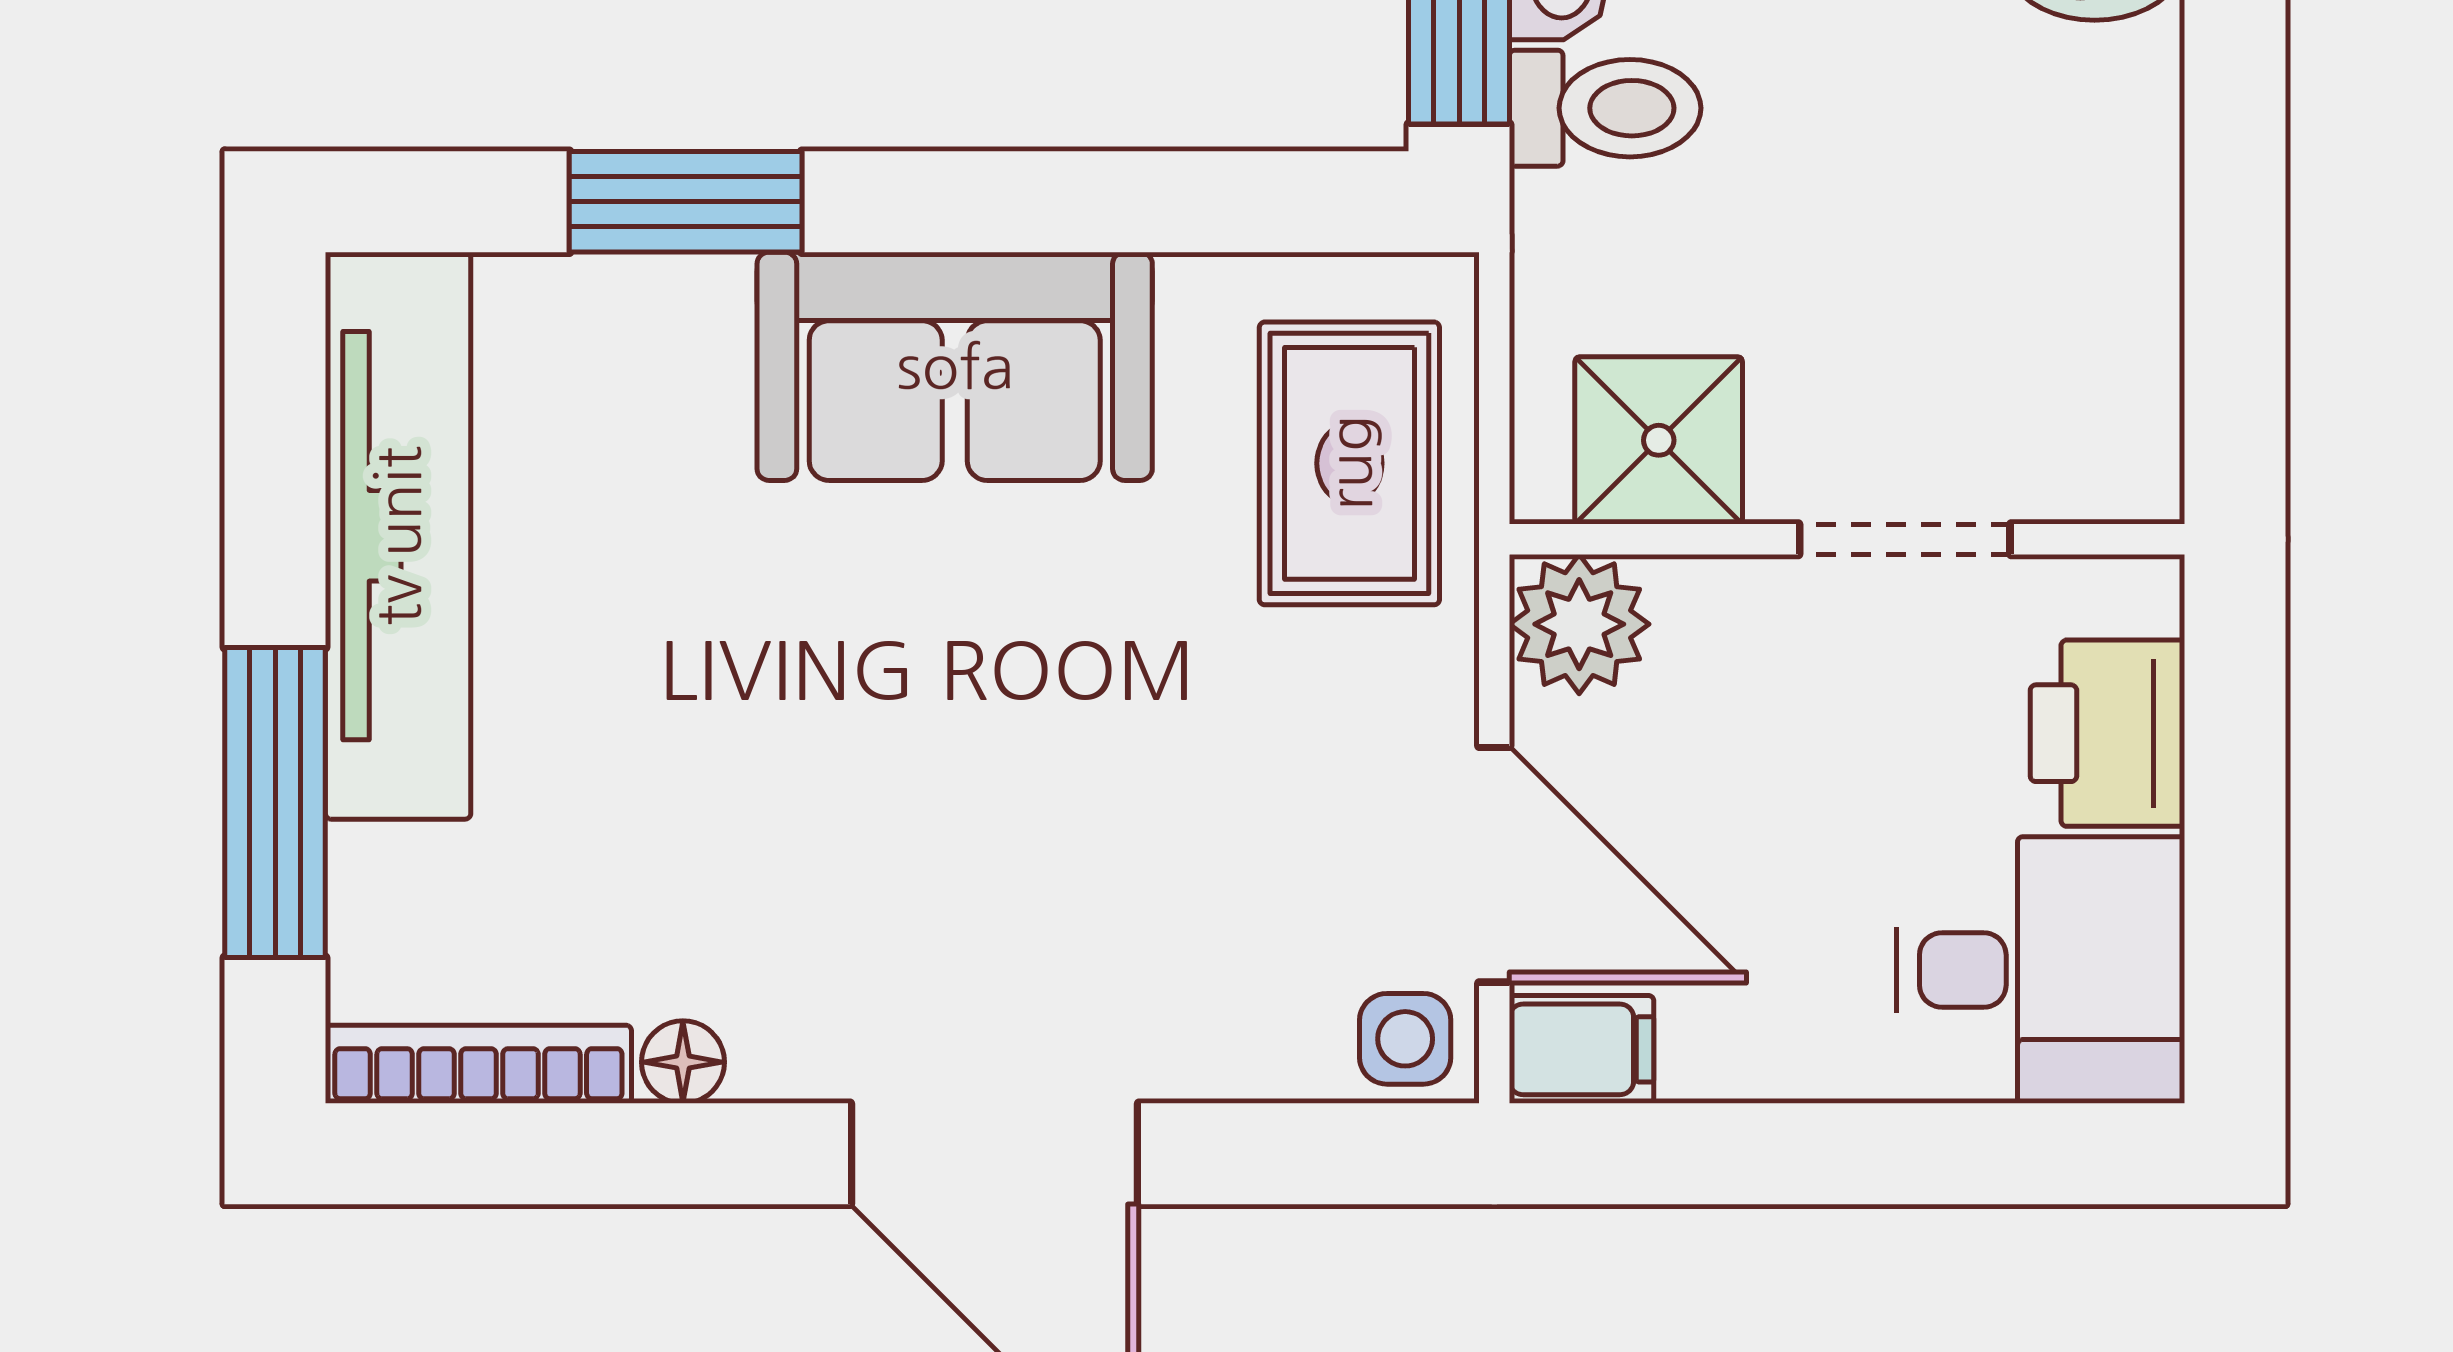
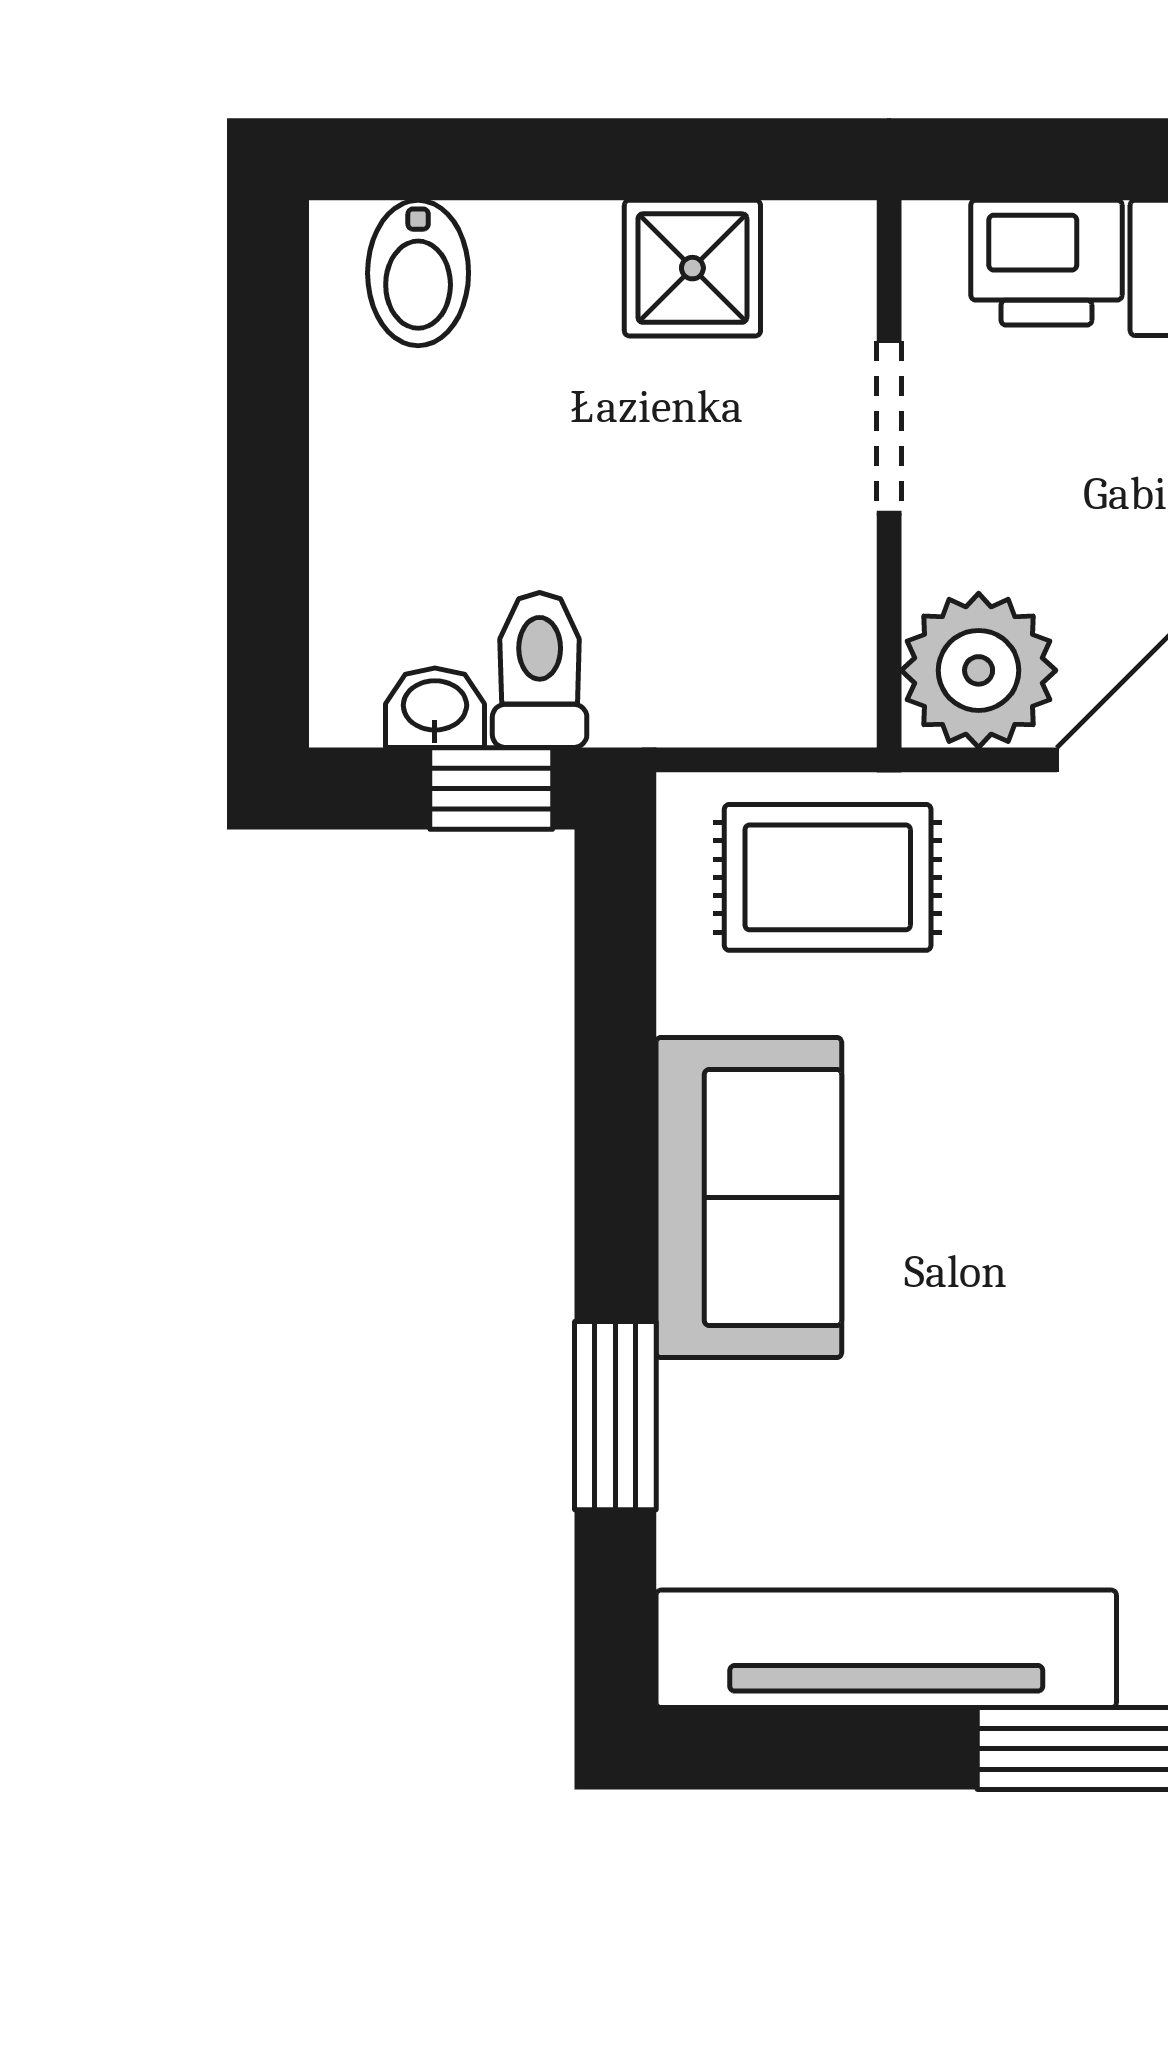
shower: (1659, 440) -> (692, 268), moved
plant: (1579, 624) -> (979, 670), width x1.36, depth x1.36

